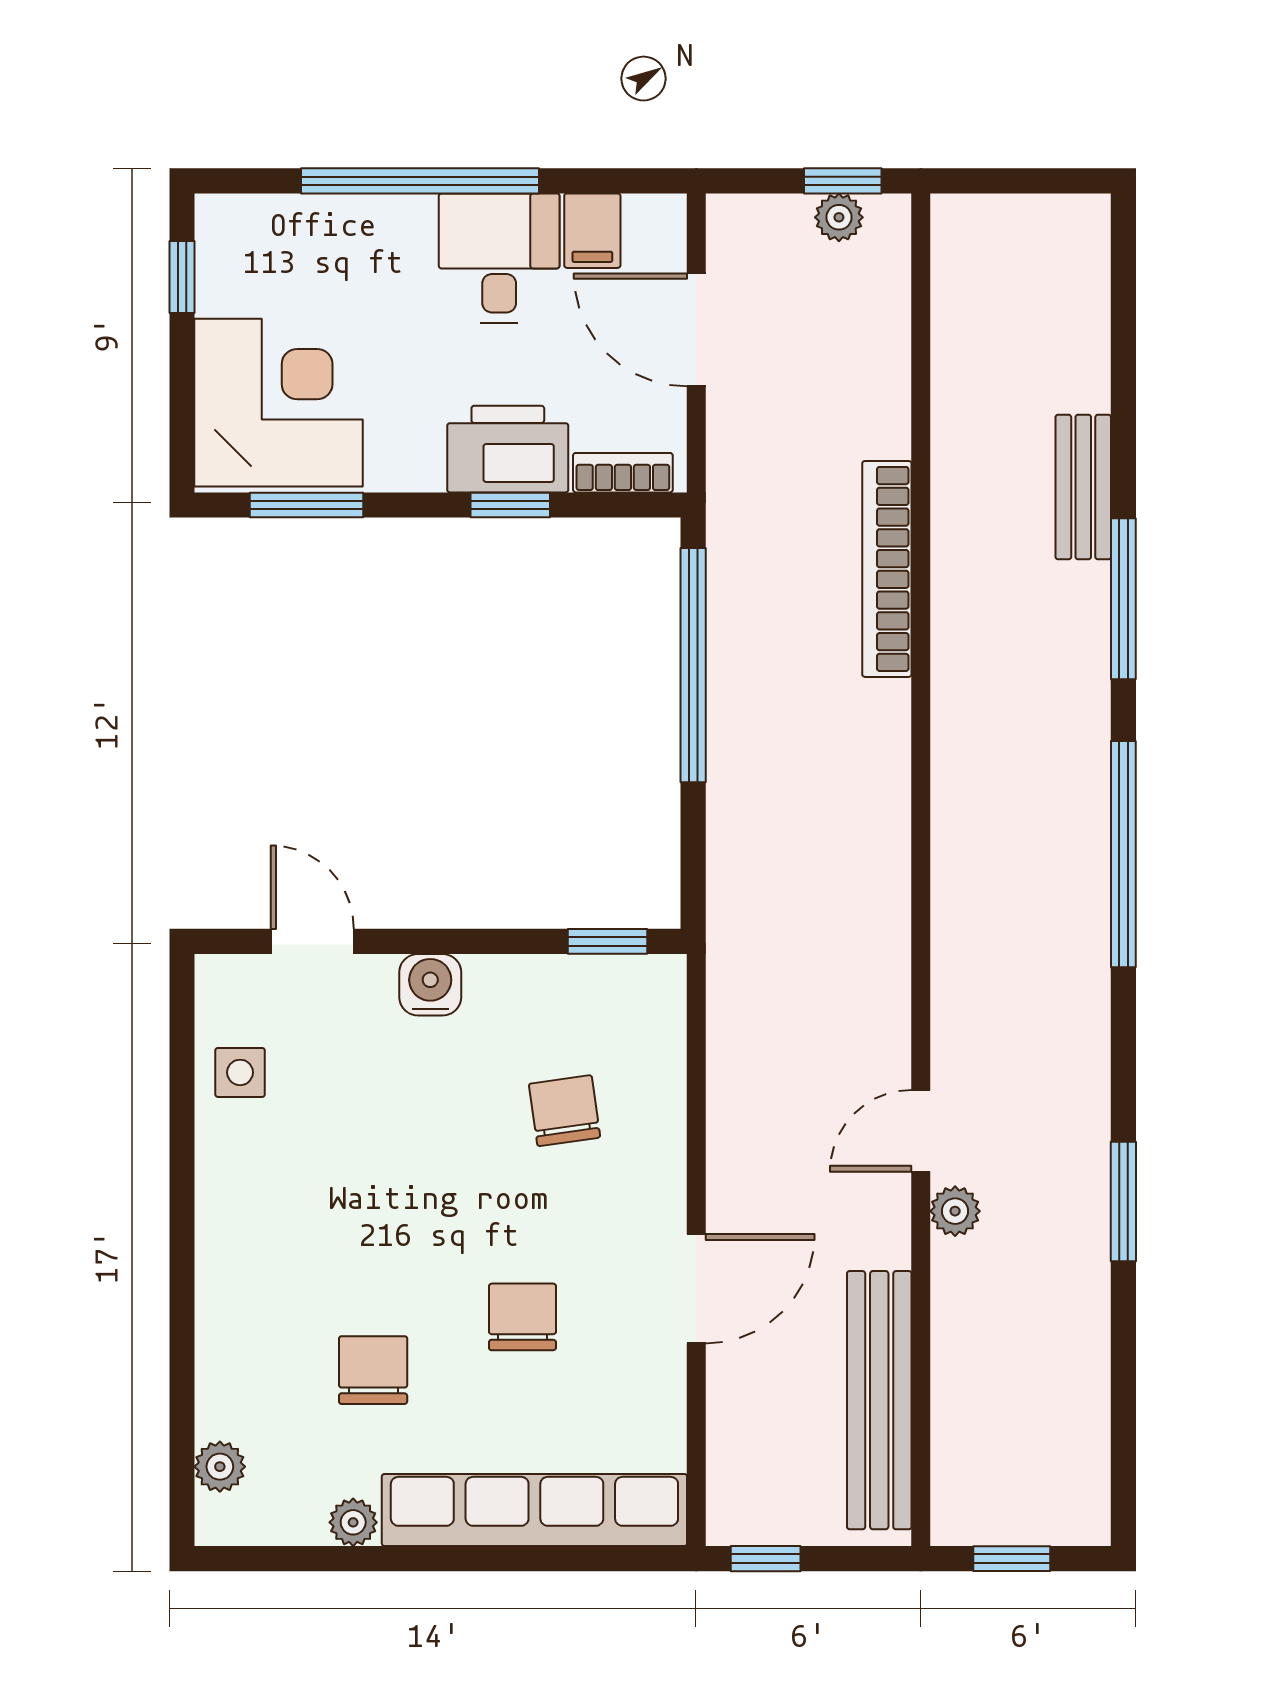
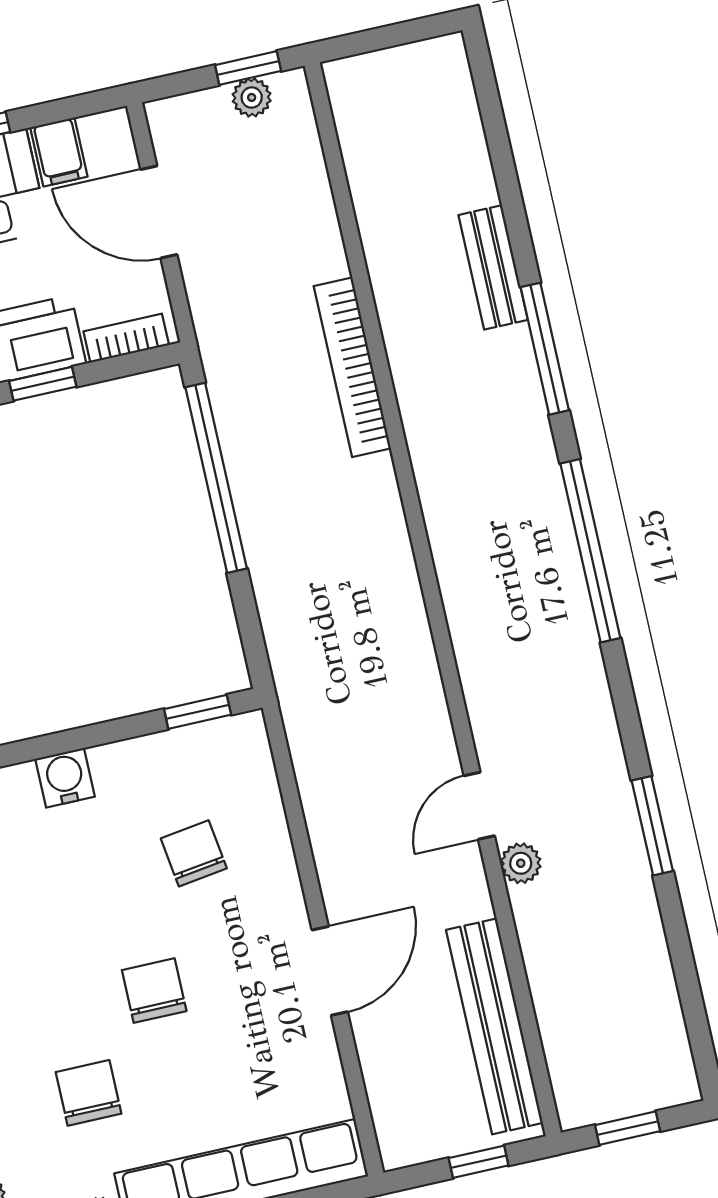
chair: (522, 1317) -> (154, 991), moved
window: (766, 1559) -> (479, 1162), moved

